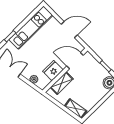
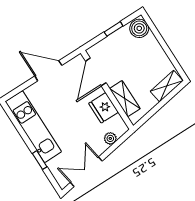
door: (69, 30) -> (48, 71), hinge flipped

